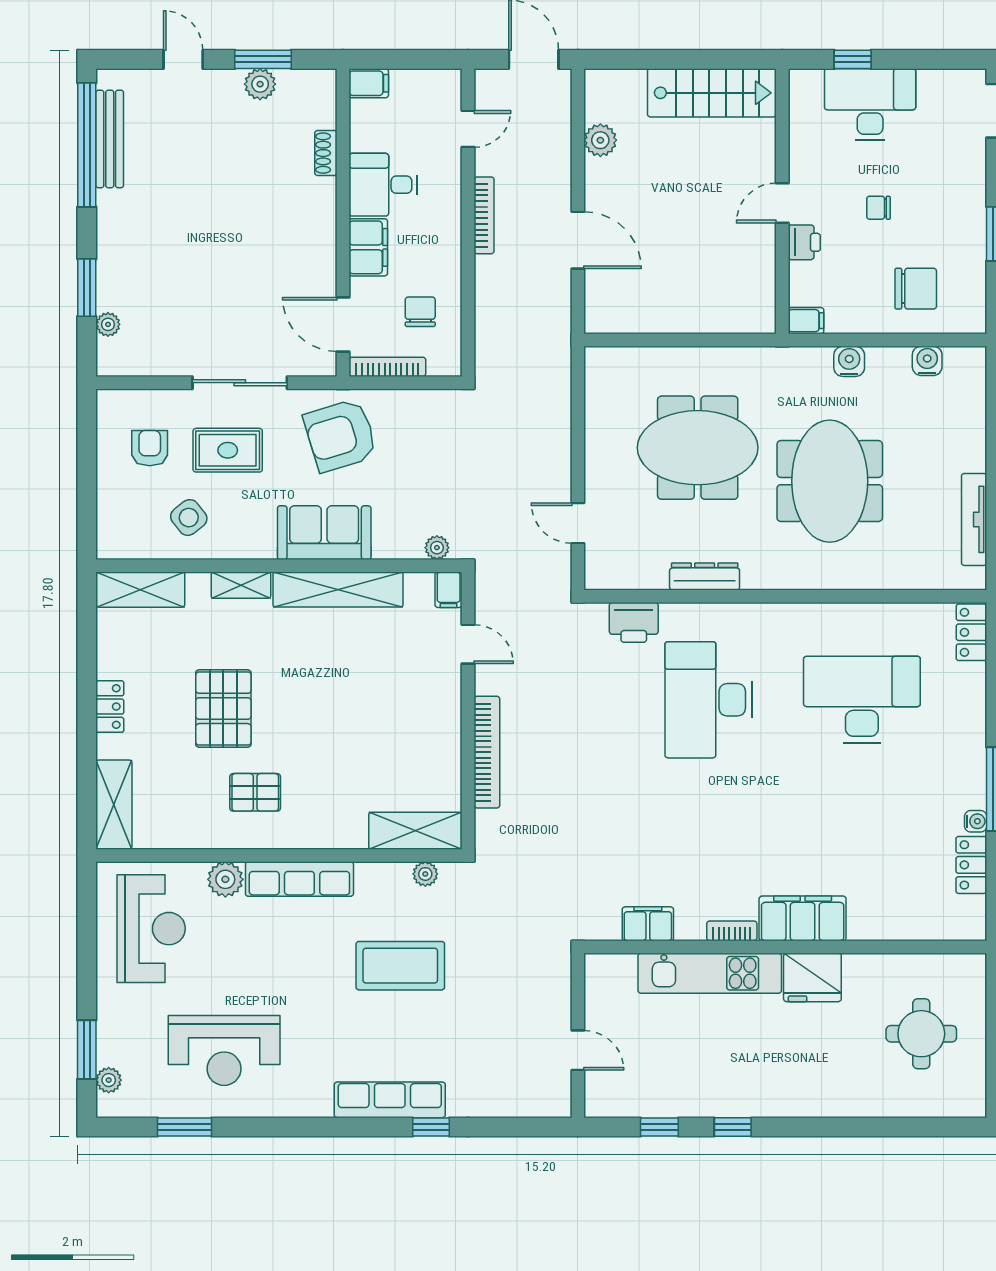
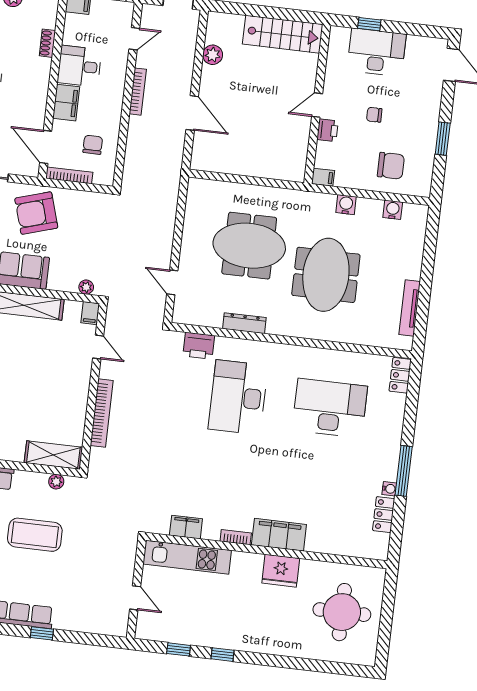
kitchen unit: (710, 973) -> (187, 557), moved
round table: (921, 1034) -> (342, 612), width x1.36, depth x1.36

